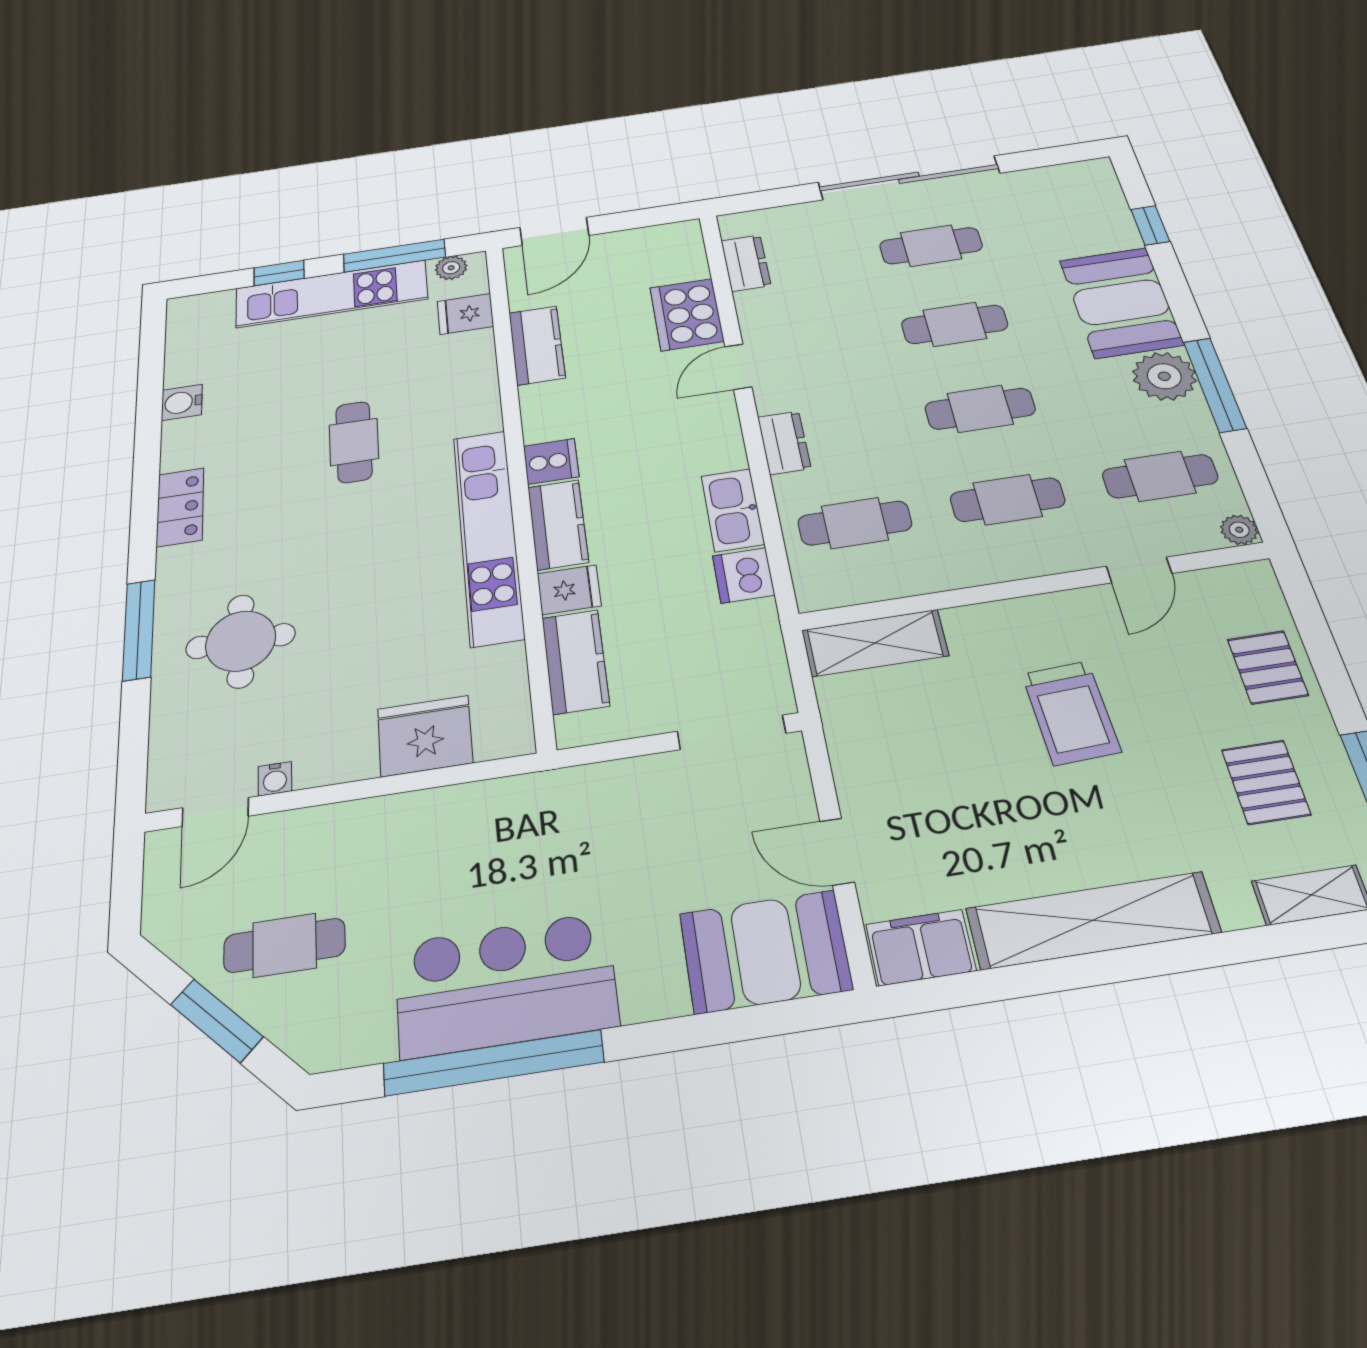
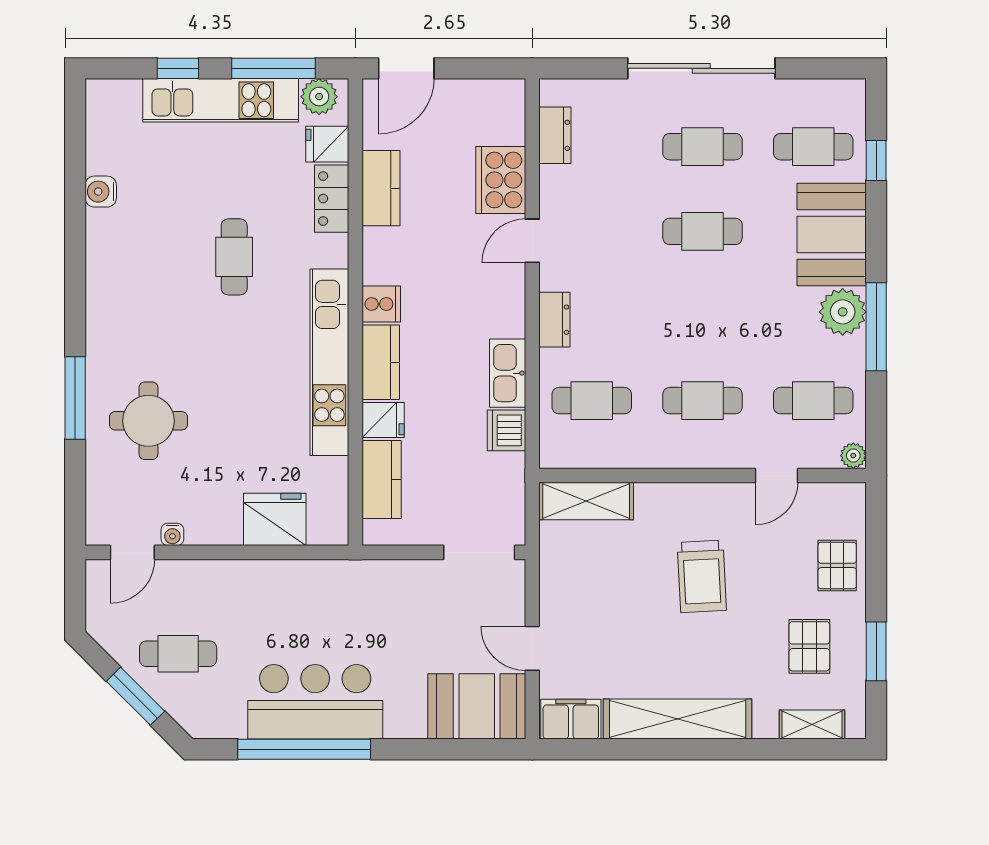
plant: (451, 268) -> (319, 97), width x1.38, depth x1.38
cafe table: (980, 409) -> (813, 147), moved
locker: (180, 507) -> (332, 199), moved, turned 180

